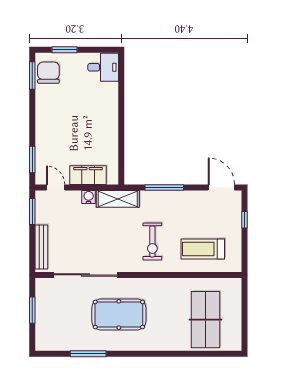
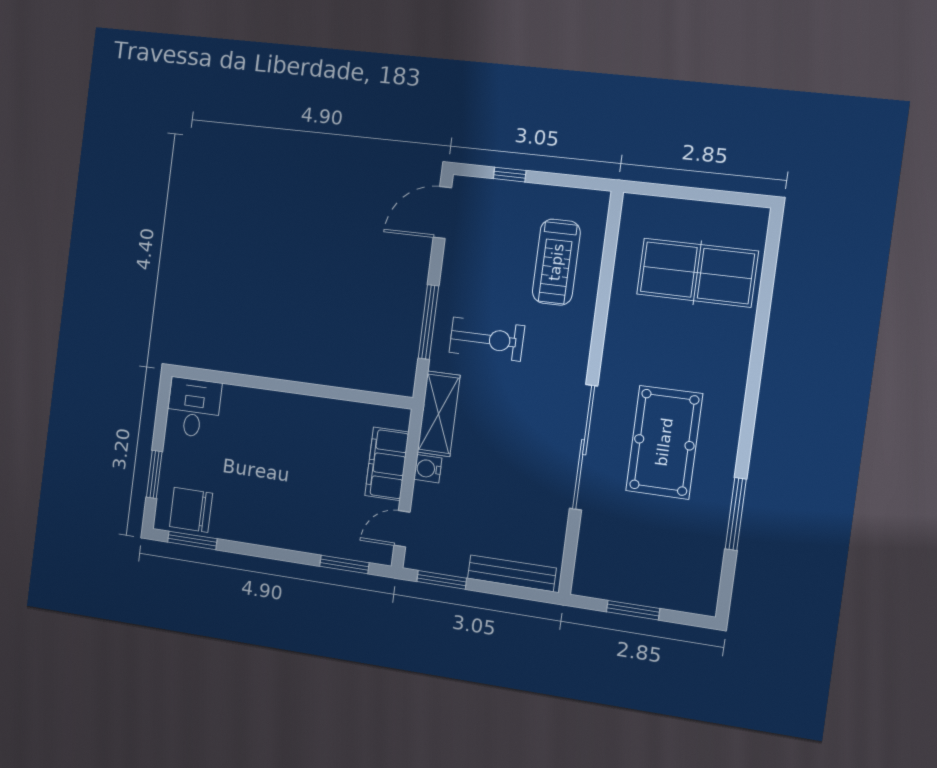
exercise bike: (152, 241) -> (487, 339), moved
sliding door: (85, 275) -> (584, 447), moved

